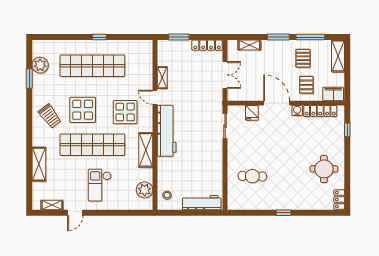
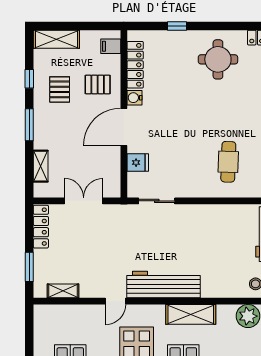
window: (310, 37) -> (29, 79), width x0.46
pallet: (303, 58) -> (60, 89), turned 90
shelving: (162, 78) -> (63, 291), moved
filing cabinet: (333, 94) -> (111, 46), width x0.50
window: (347, 130) -> (177, 26), moved

